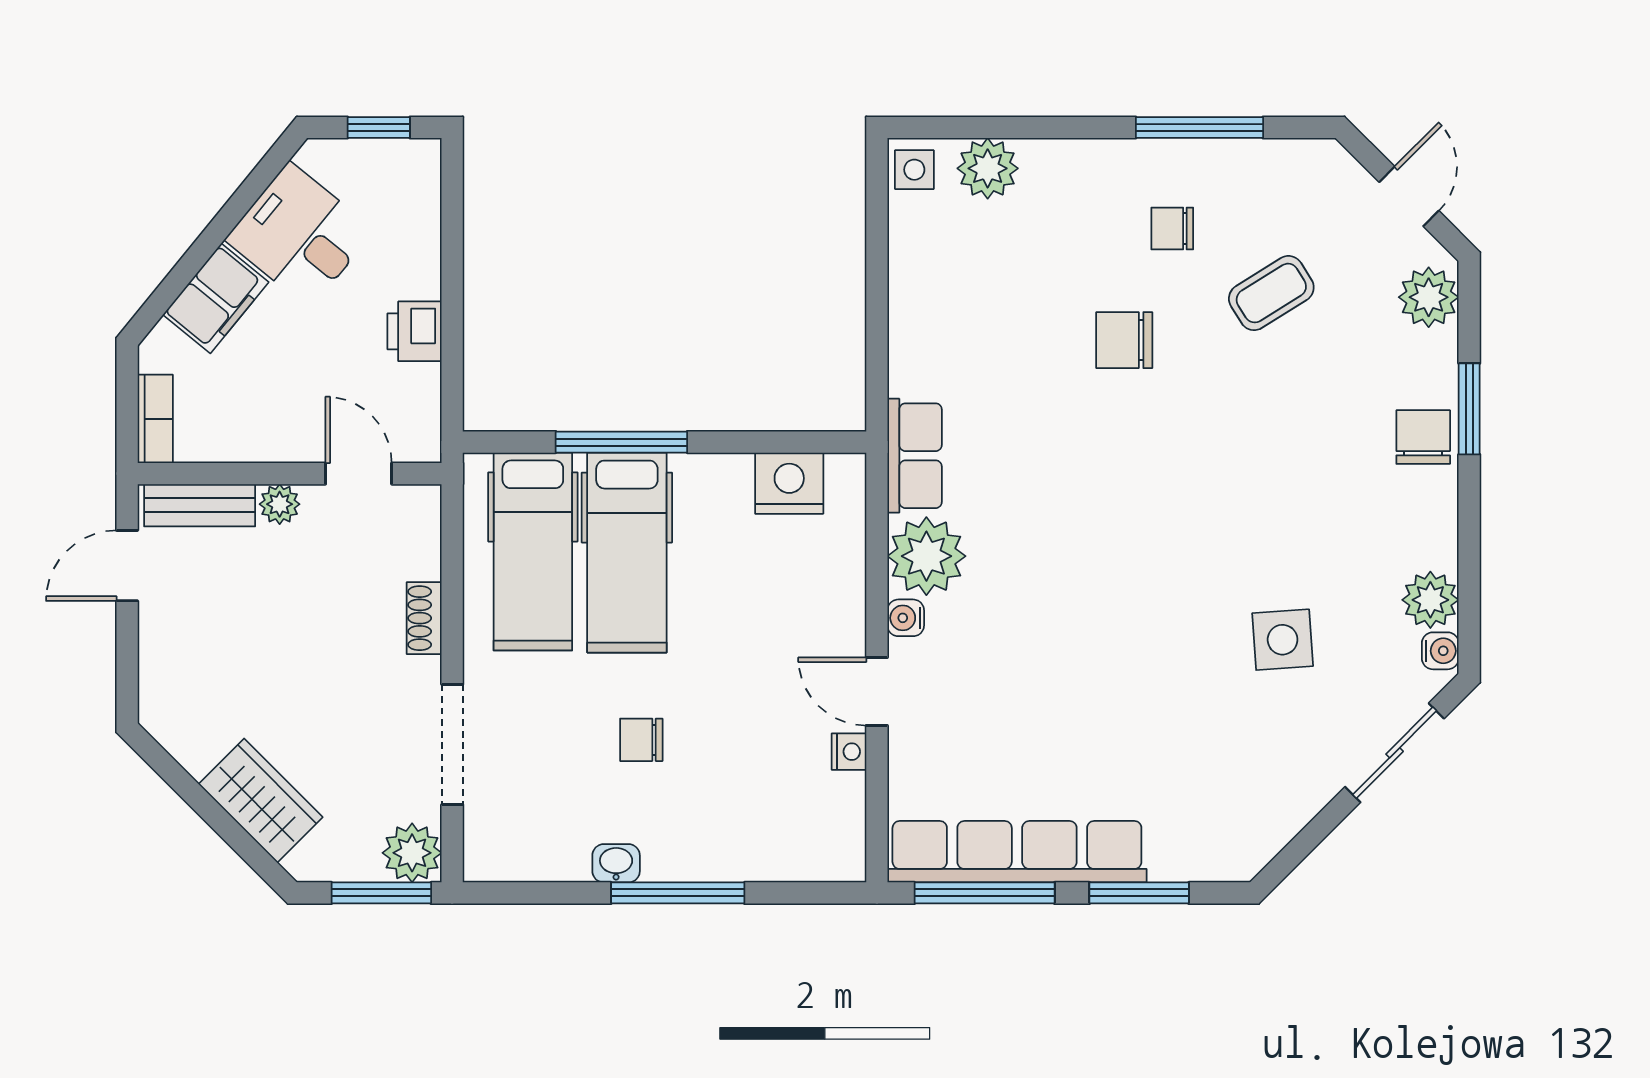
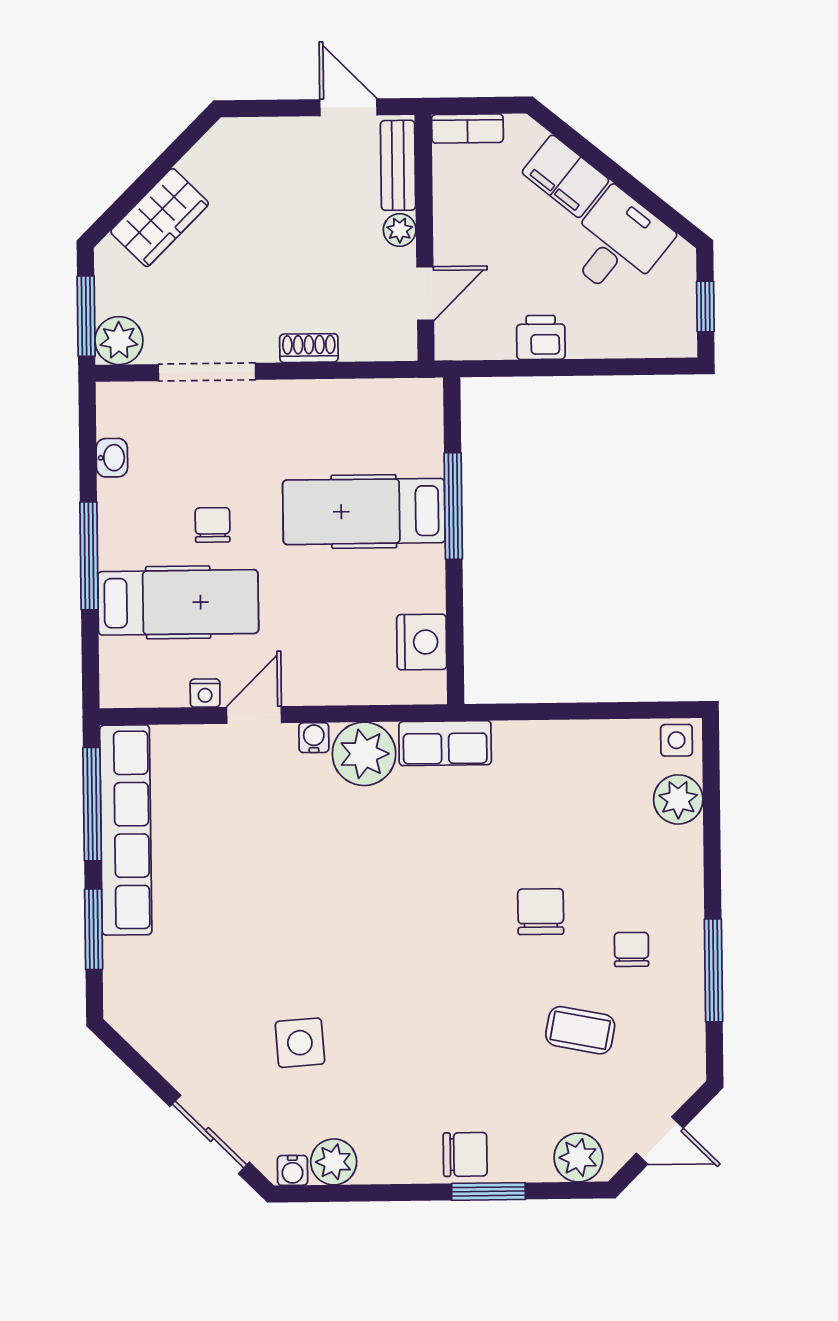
coffee table: (1271, 293) -> (580, 1030), turned -47
hospital bed: (533, 551) -> (178, 602), moved, turned 180
washbasin: (616, 863) -> (112, 458), moved

